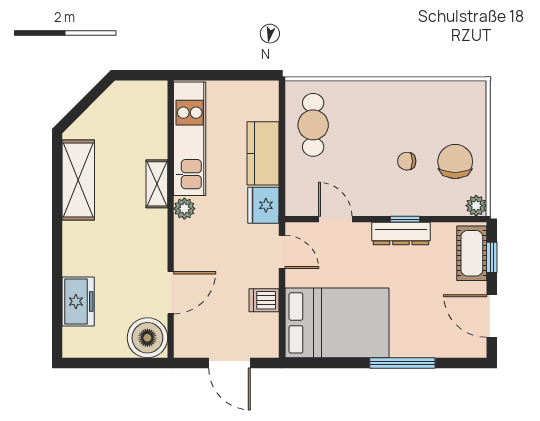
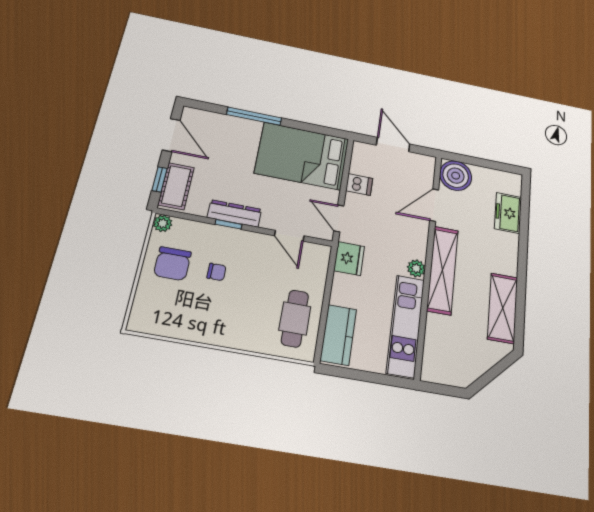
kitchen counter: (263, 153) -> (338, 335), moved
shelving: (157, 184) -> (443, 270), width x2.20, depth x1.33

